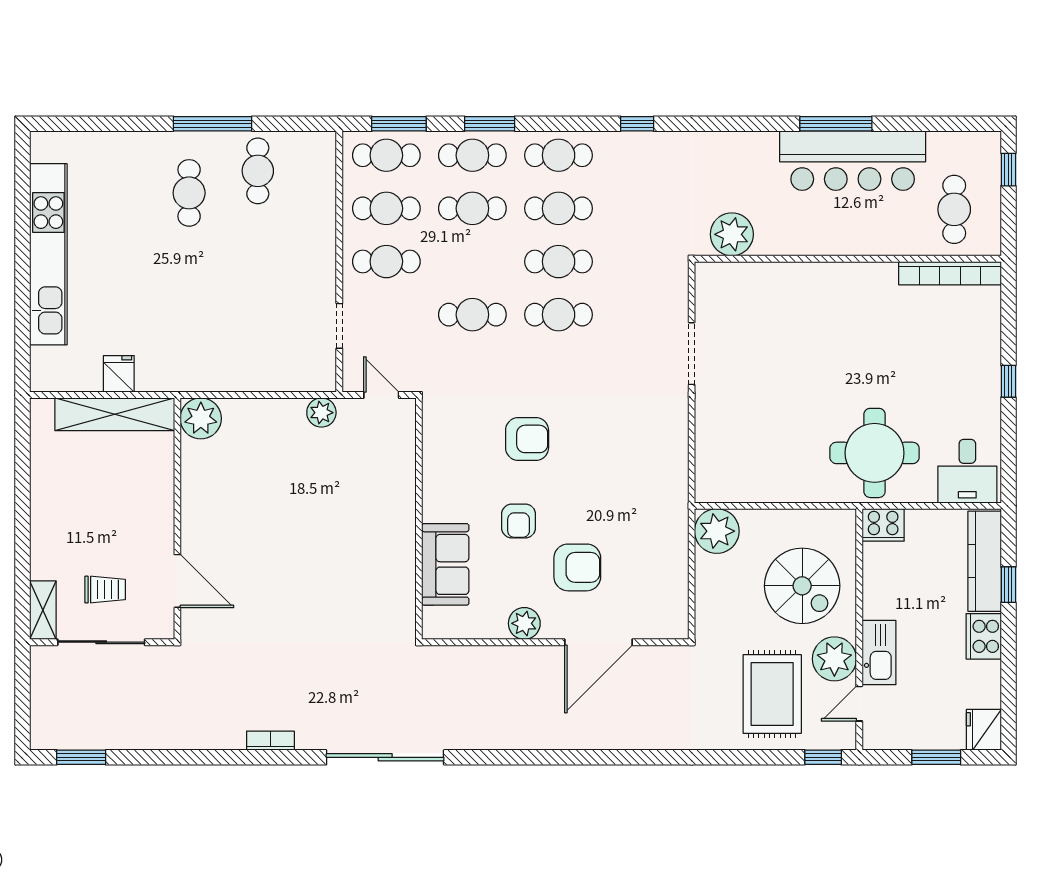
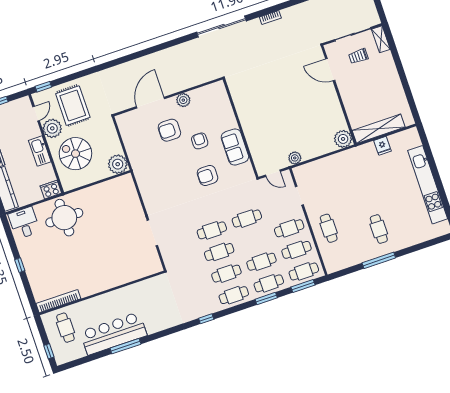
cafe table: (258, 171) -> (329, 228), moved
plant: (732, 234) -> (152, 287), removed
sofa: (445, 564) -> (235, 147), moved
kitchen sink: (879, 653) -> (40, 151), moved

